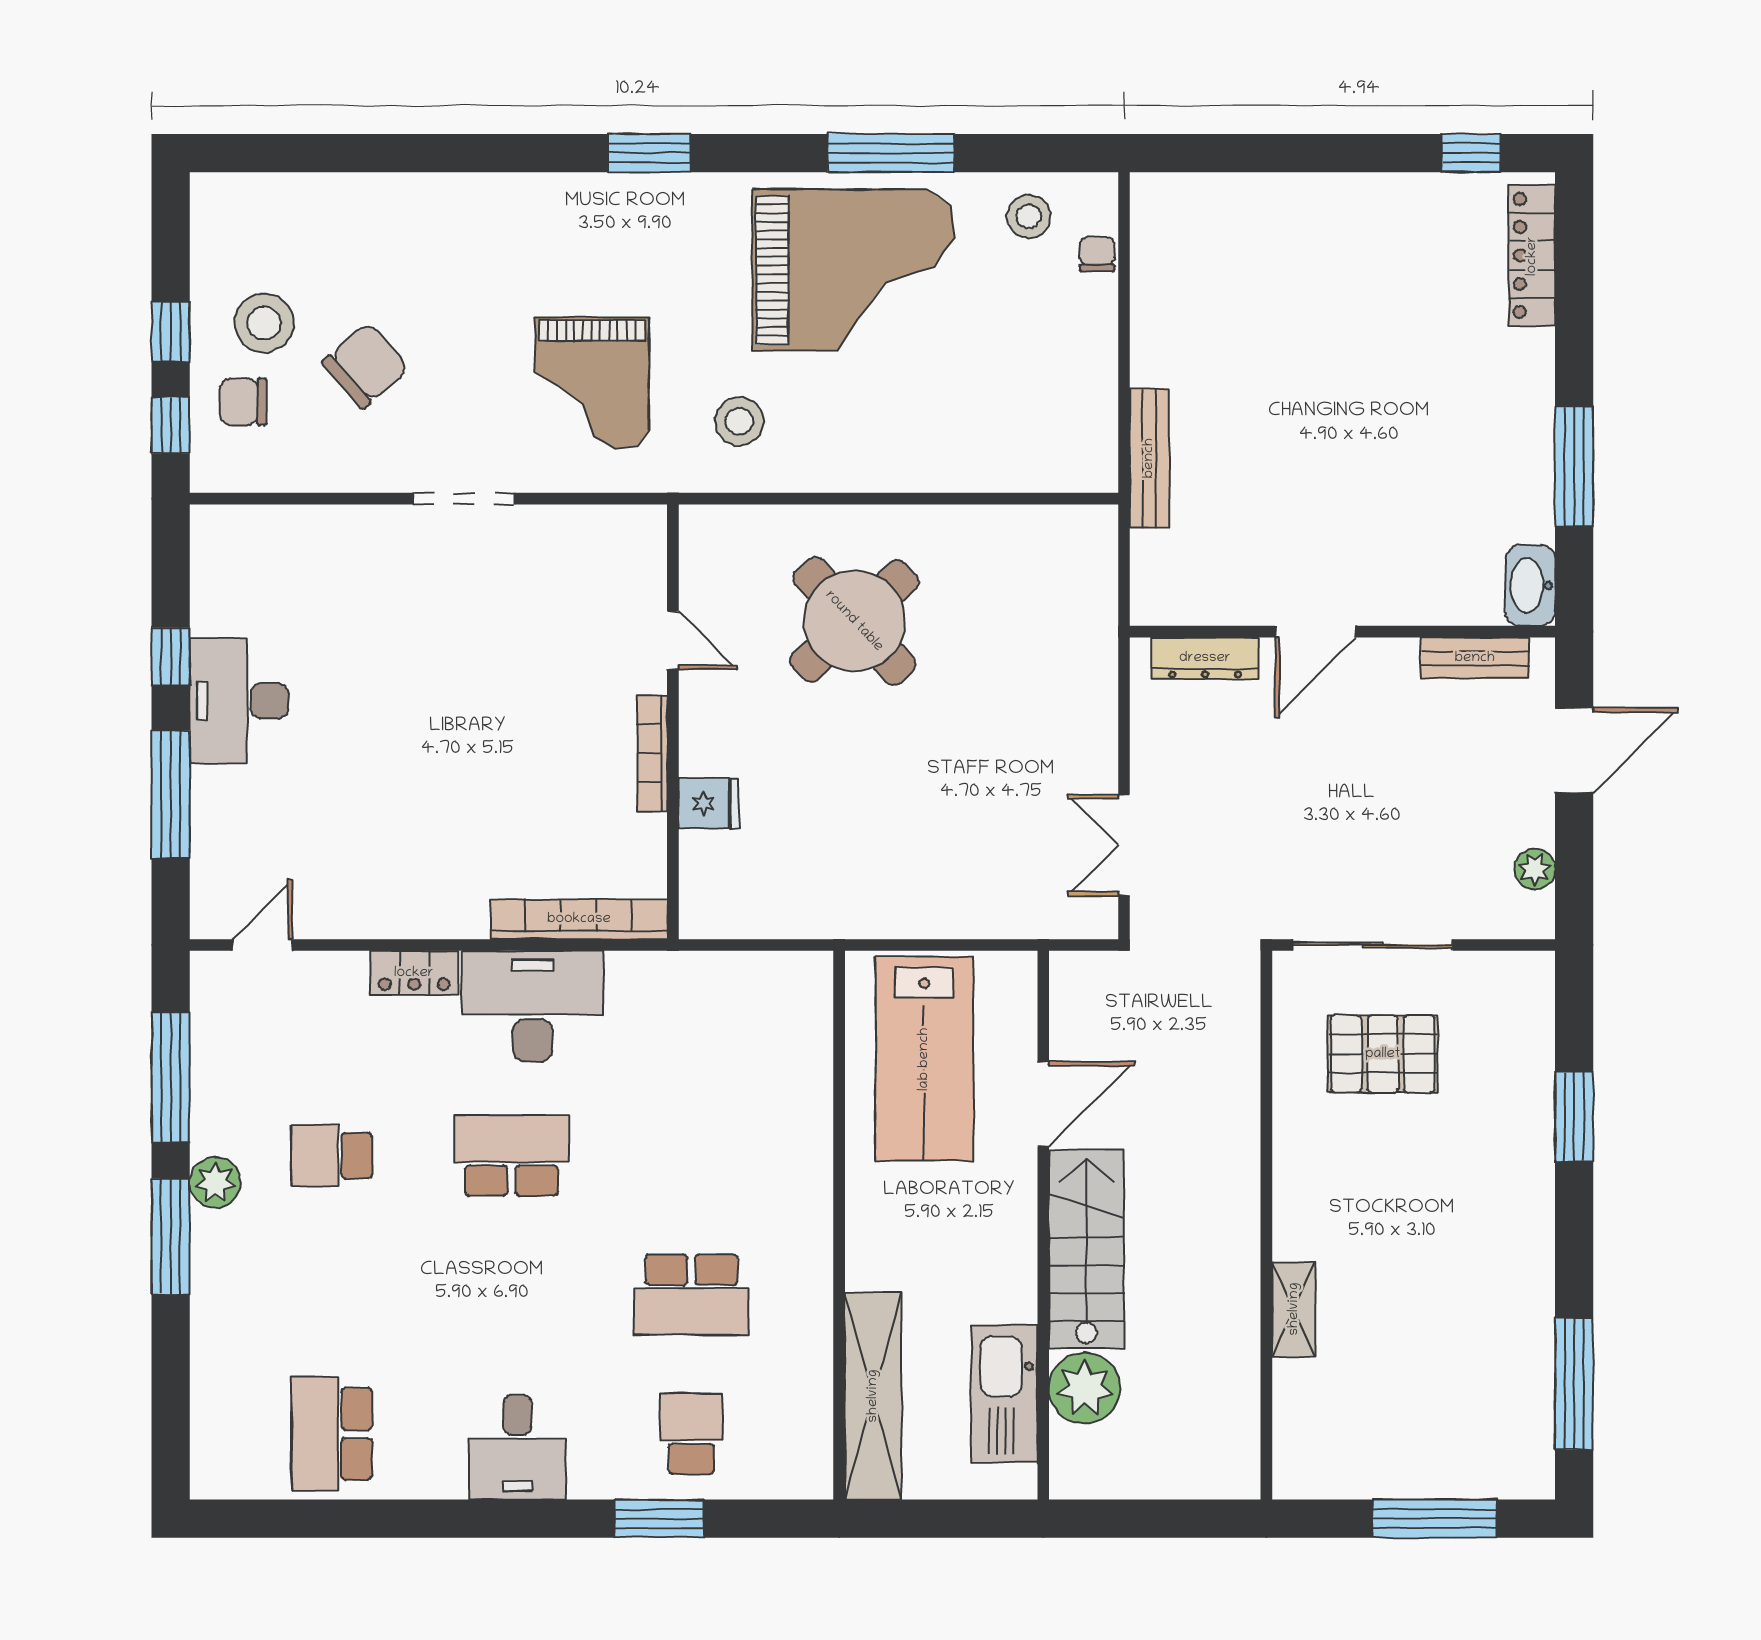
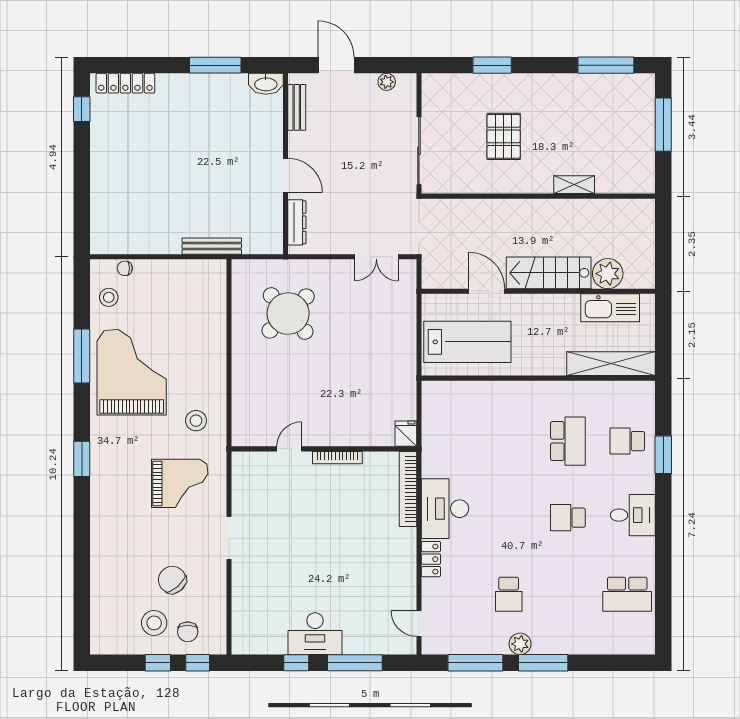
round table: (854, 621) -> (288, 314), moved
fridge: (709, 803) -> (406, 434), moved
pallet: (1383, 1054) -> (504, 136), moved
school desk: (511, 1156) -> (568, 518), moved, width x0.54

